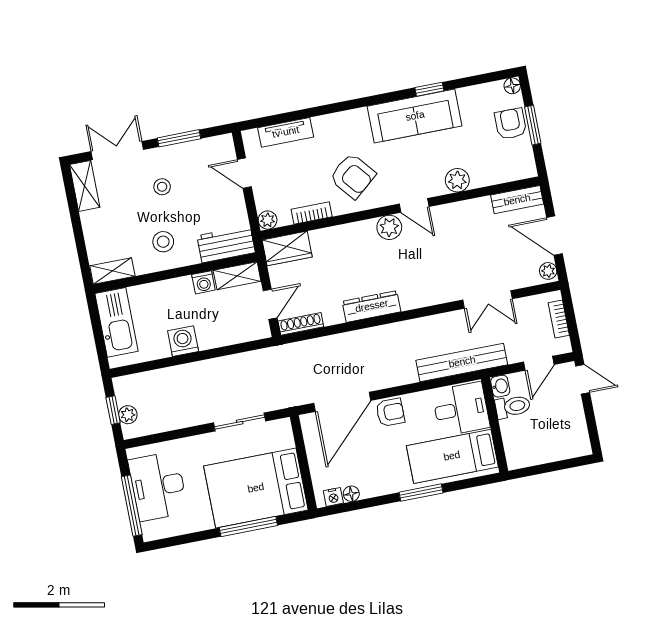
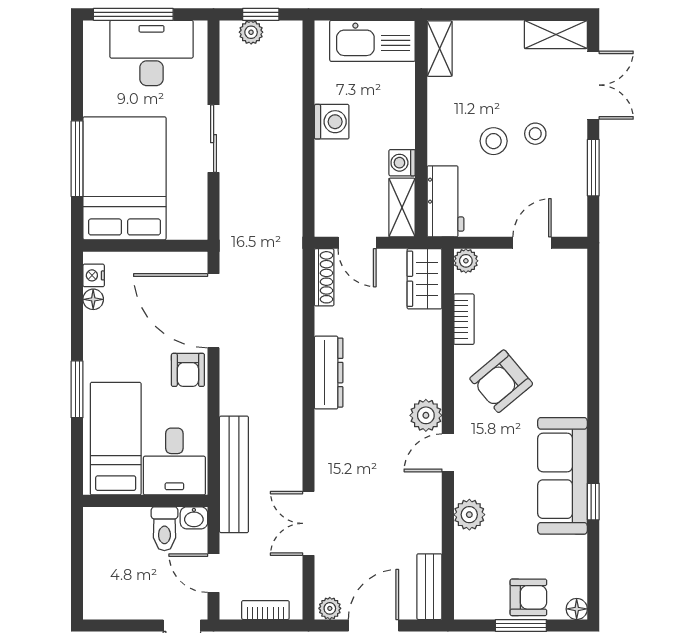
tv unit: (286, 132) -> (574, 306), removed
stool: (163, 242) -> (494, 141), moved
sliding door: (240, 422) -> (214, 139), moved

